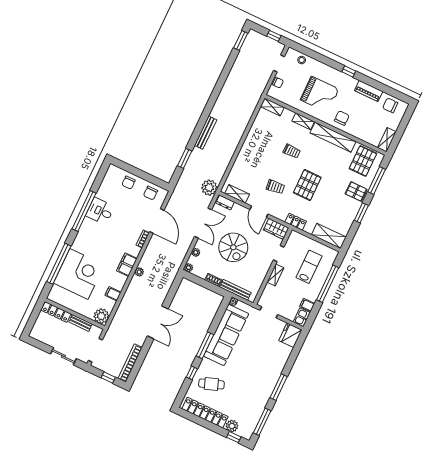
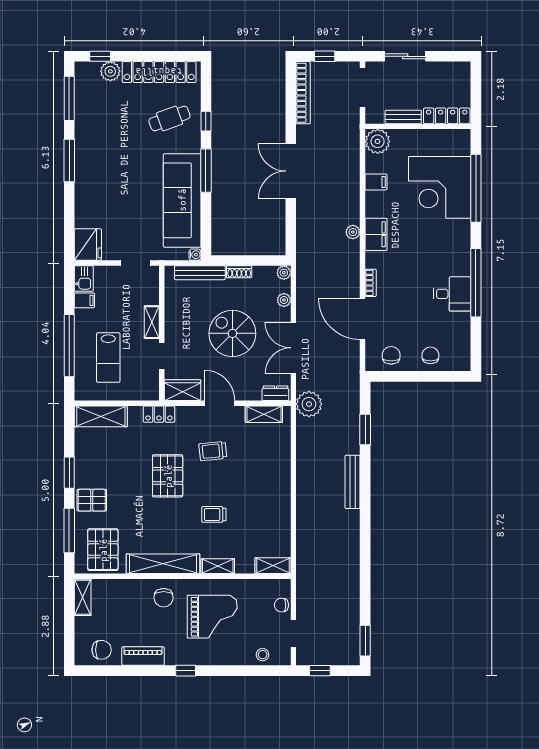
grand piano: (320, 95) -> (212, 617), turned 180

